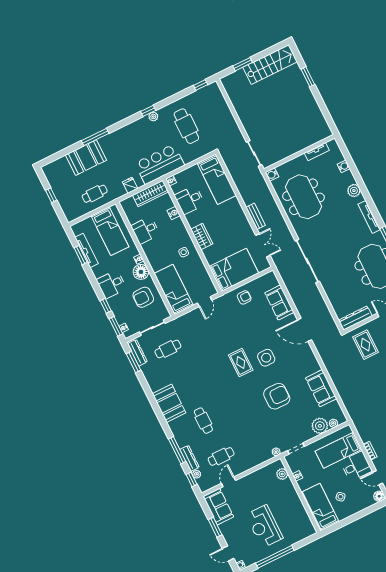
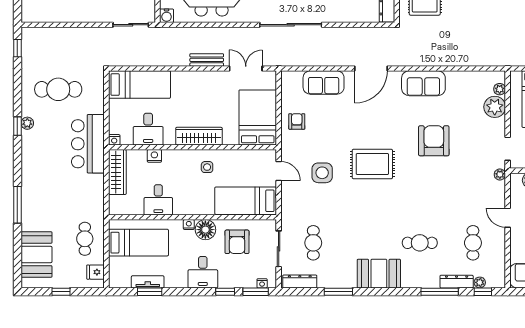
booth: (86, 158) -> (36, 254), moved
fridge: (130, 185) -> (96, 272), moved
wardrobe: (202, 236) -> (199, 136), width x1.50
tv unit: (87, 250) -> (148, 282), width x0.71
side table: (266, 358) -> (322, 173), moved
window: (133, 362) -> (338, 292), moved
rug: (241, 362) -> (372, 164), width x1.36, depth x1.43
sofa: (321, 388) -> (423, 83), moved
door: (228, 482) -> (508, 218), moved

